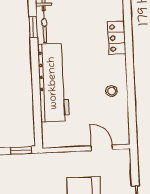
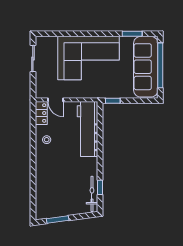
locker: (117, 38) -> (41, 113), moved
workbench: (53, 83) -> (88, 129), moved

